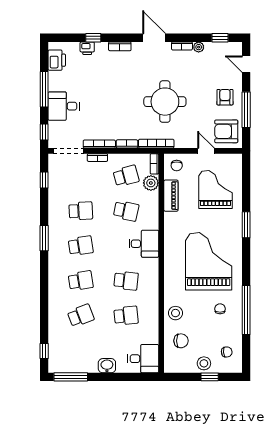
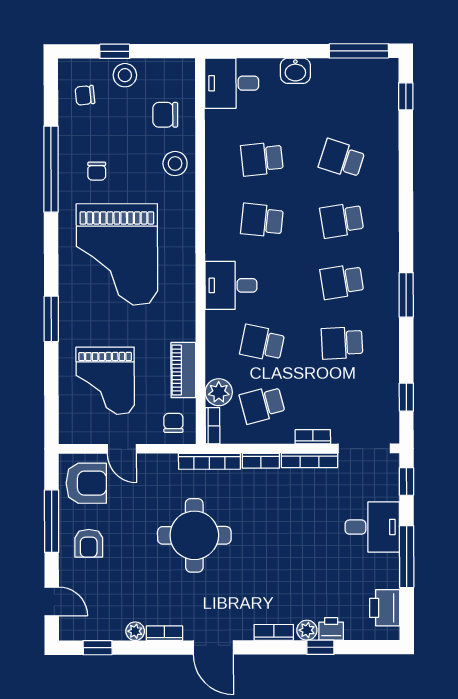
plant: (101, 48) -> (307, 630), added
school desk: (81, 316) -> (342, 159), turned 39

